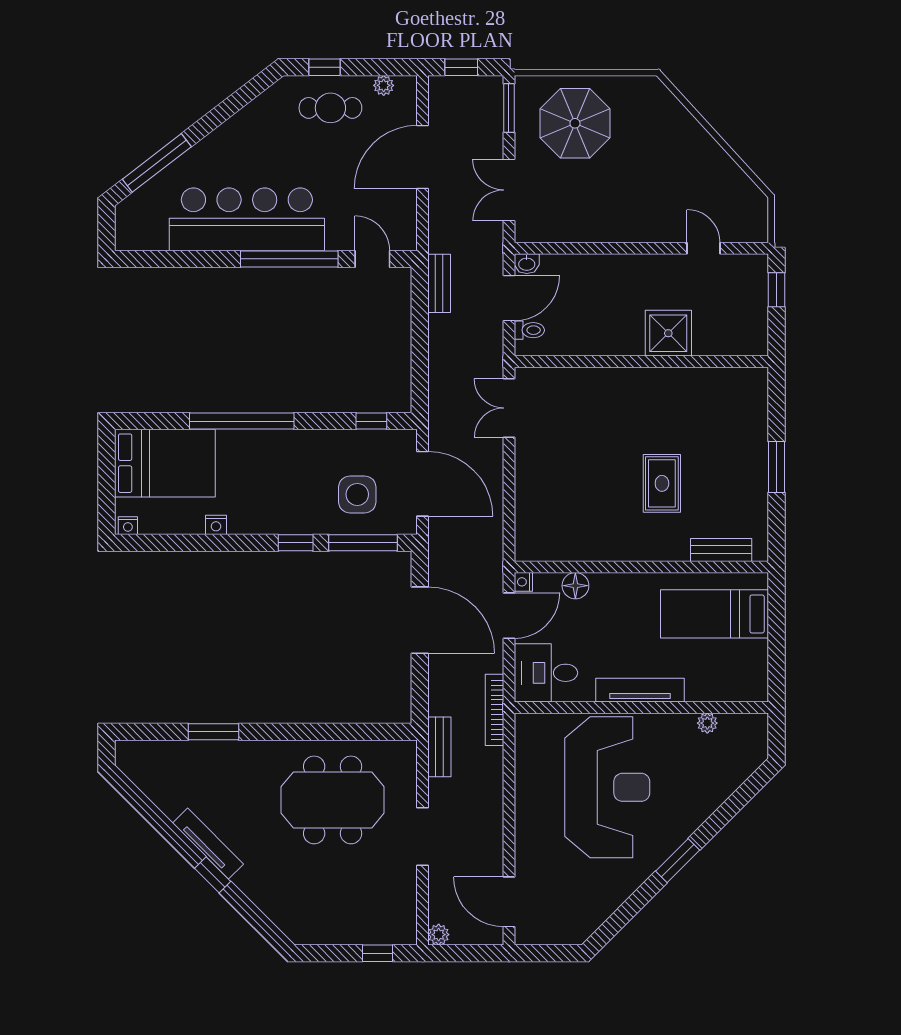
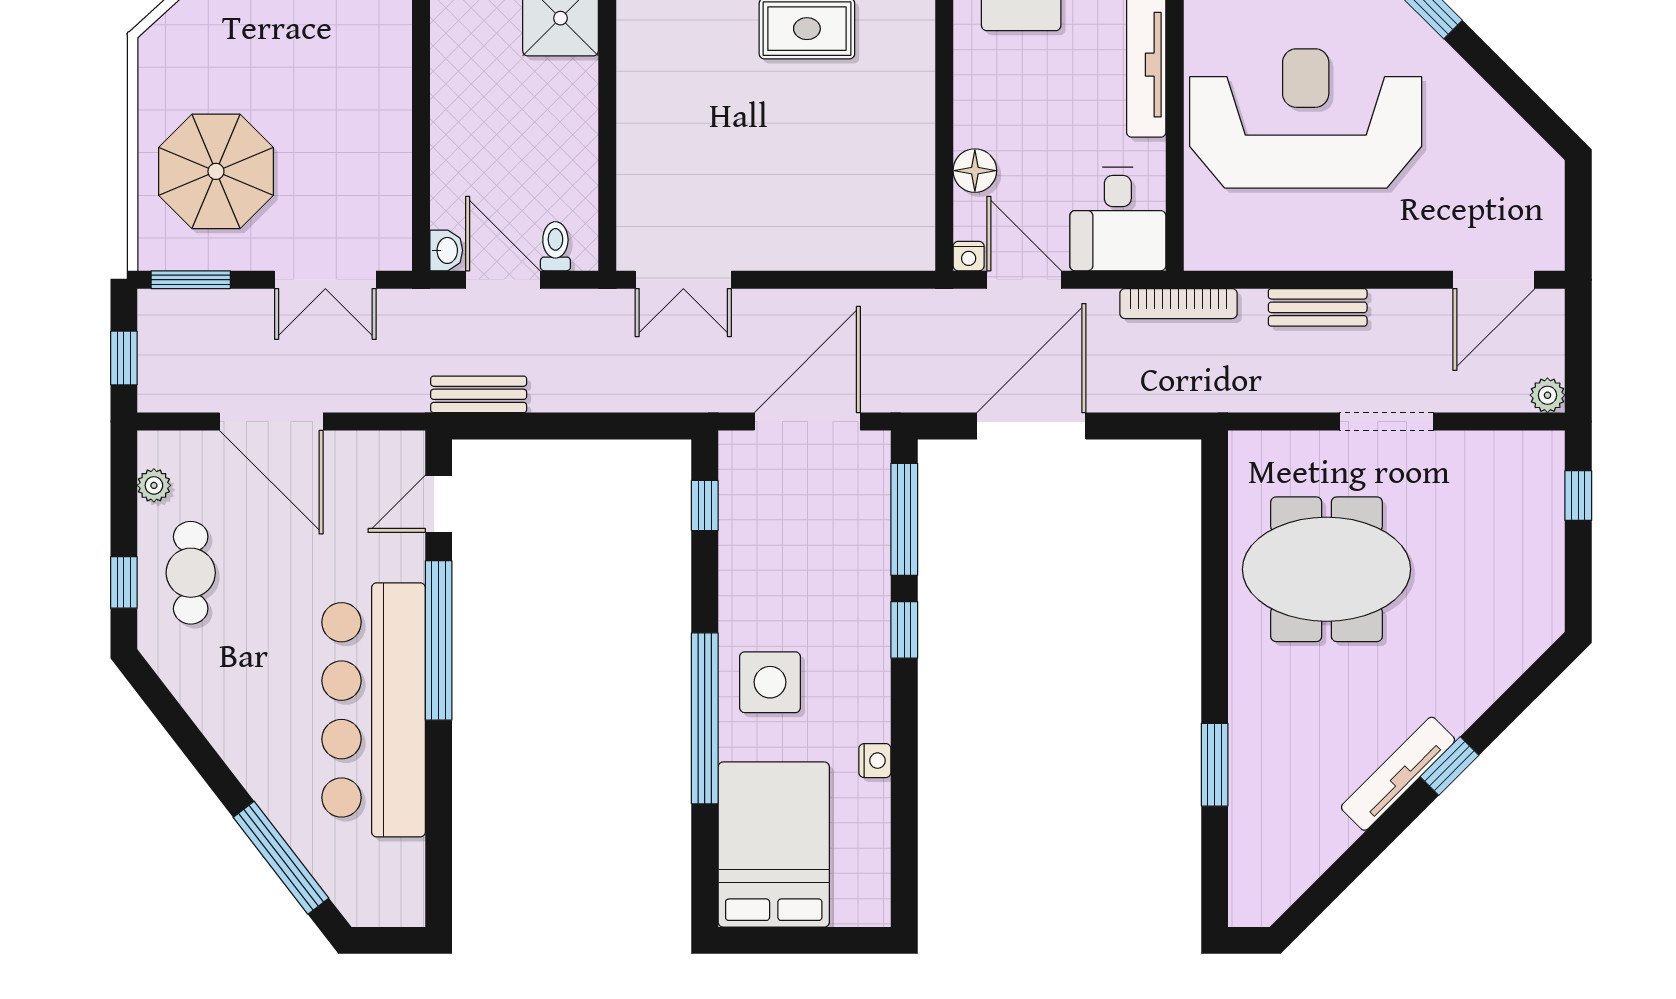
side table: (357, 494) -> (770, 682), moved
nightstand: (128, 526) -> (876, 905), removed
bench: (439, 747) -> (1318, 307), moved
meeting table: (333, 800) -> (1327, 569), turned 90

